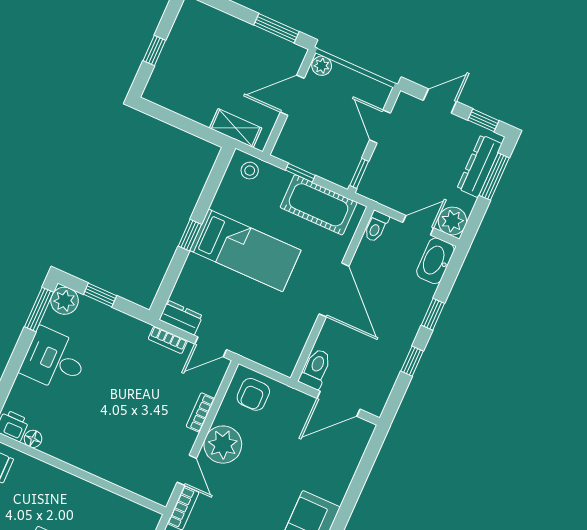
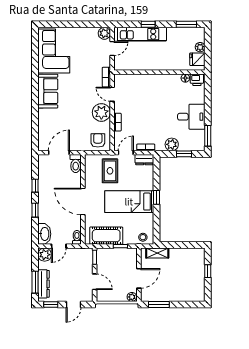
plant: (65, 301) -> (172, 144), moved
rug: (256, 326) -> (110, 171), added

